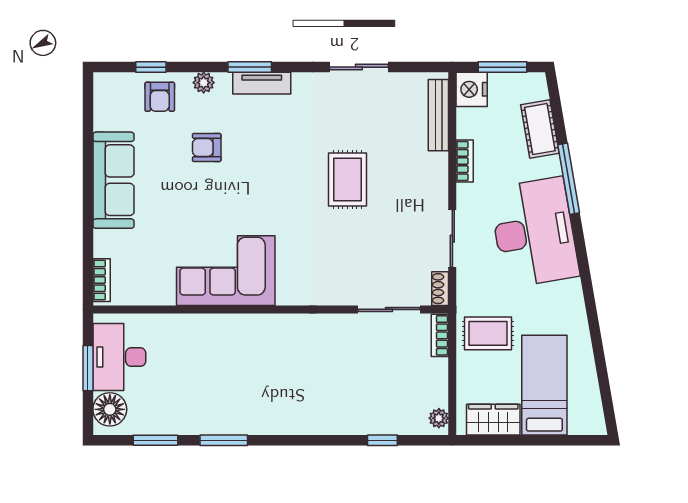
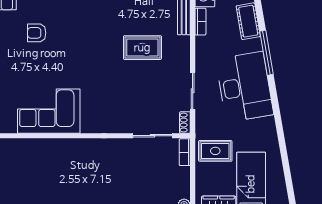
bookcase: (465, 161) -> (200, 22), moved
rug: (348, 179) -> (142, 48), moved, turned 90

